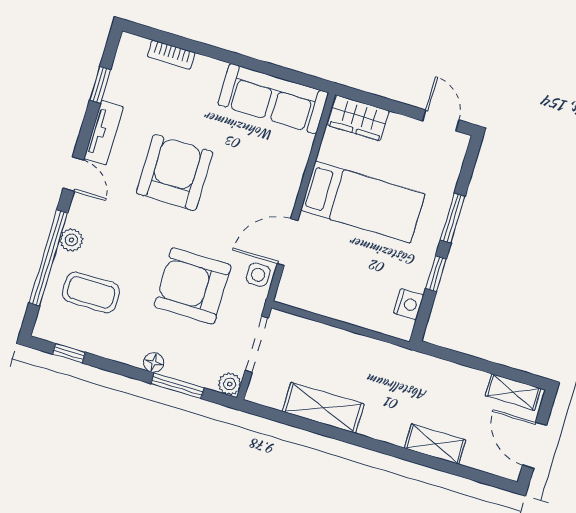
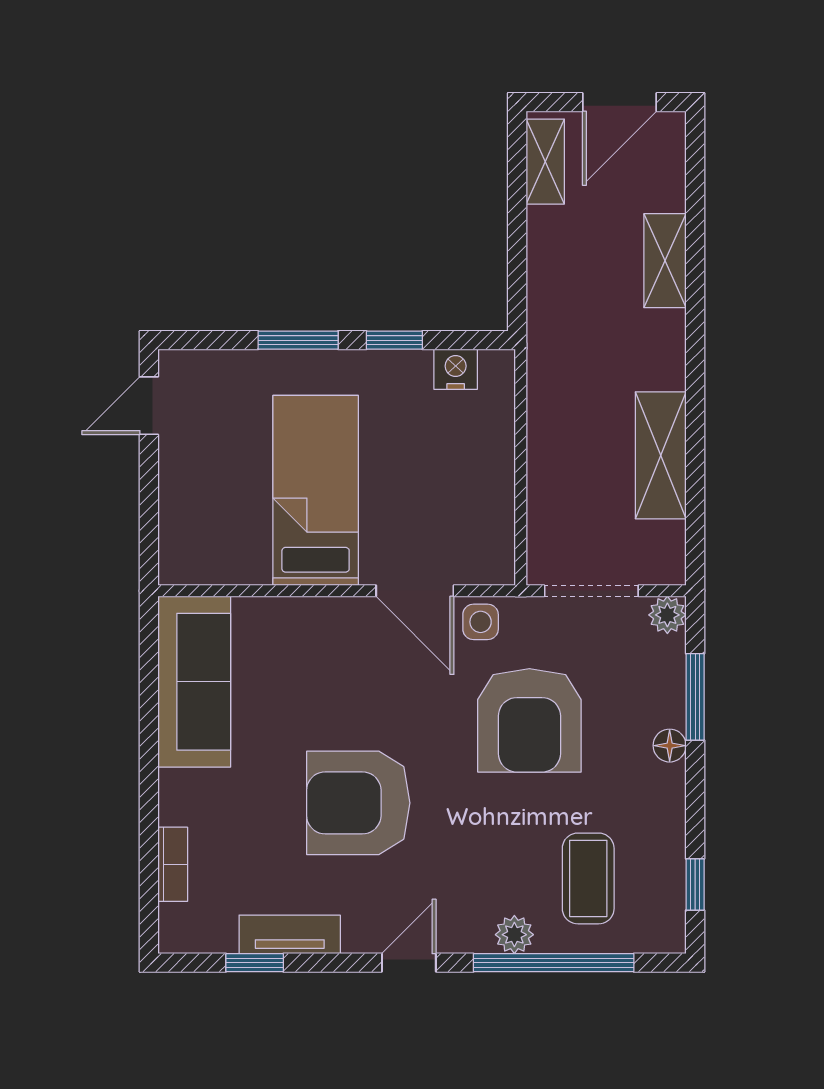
wardrobe: (358, 118) -> (184, 537), removed
tv unit: (104, 133) -> (290, 934), moved

